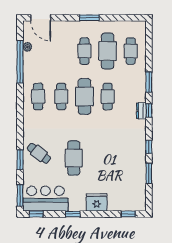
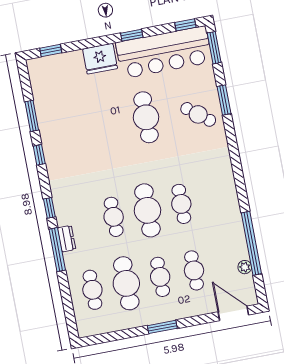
window: (149, 82) -> (57, 250), width x1.44
cafe table: (38, 96) -> (194, 270), moved
dresser: (141, 111) -> (67, 239), moved
bar counter: (45, 199) -> (164, 52), width x1.36

